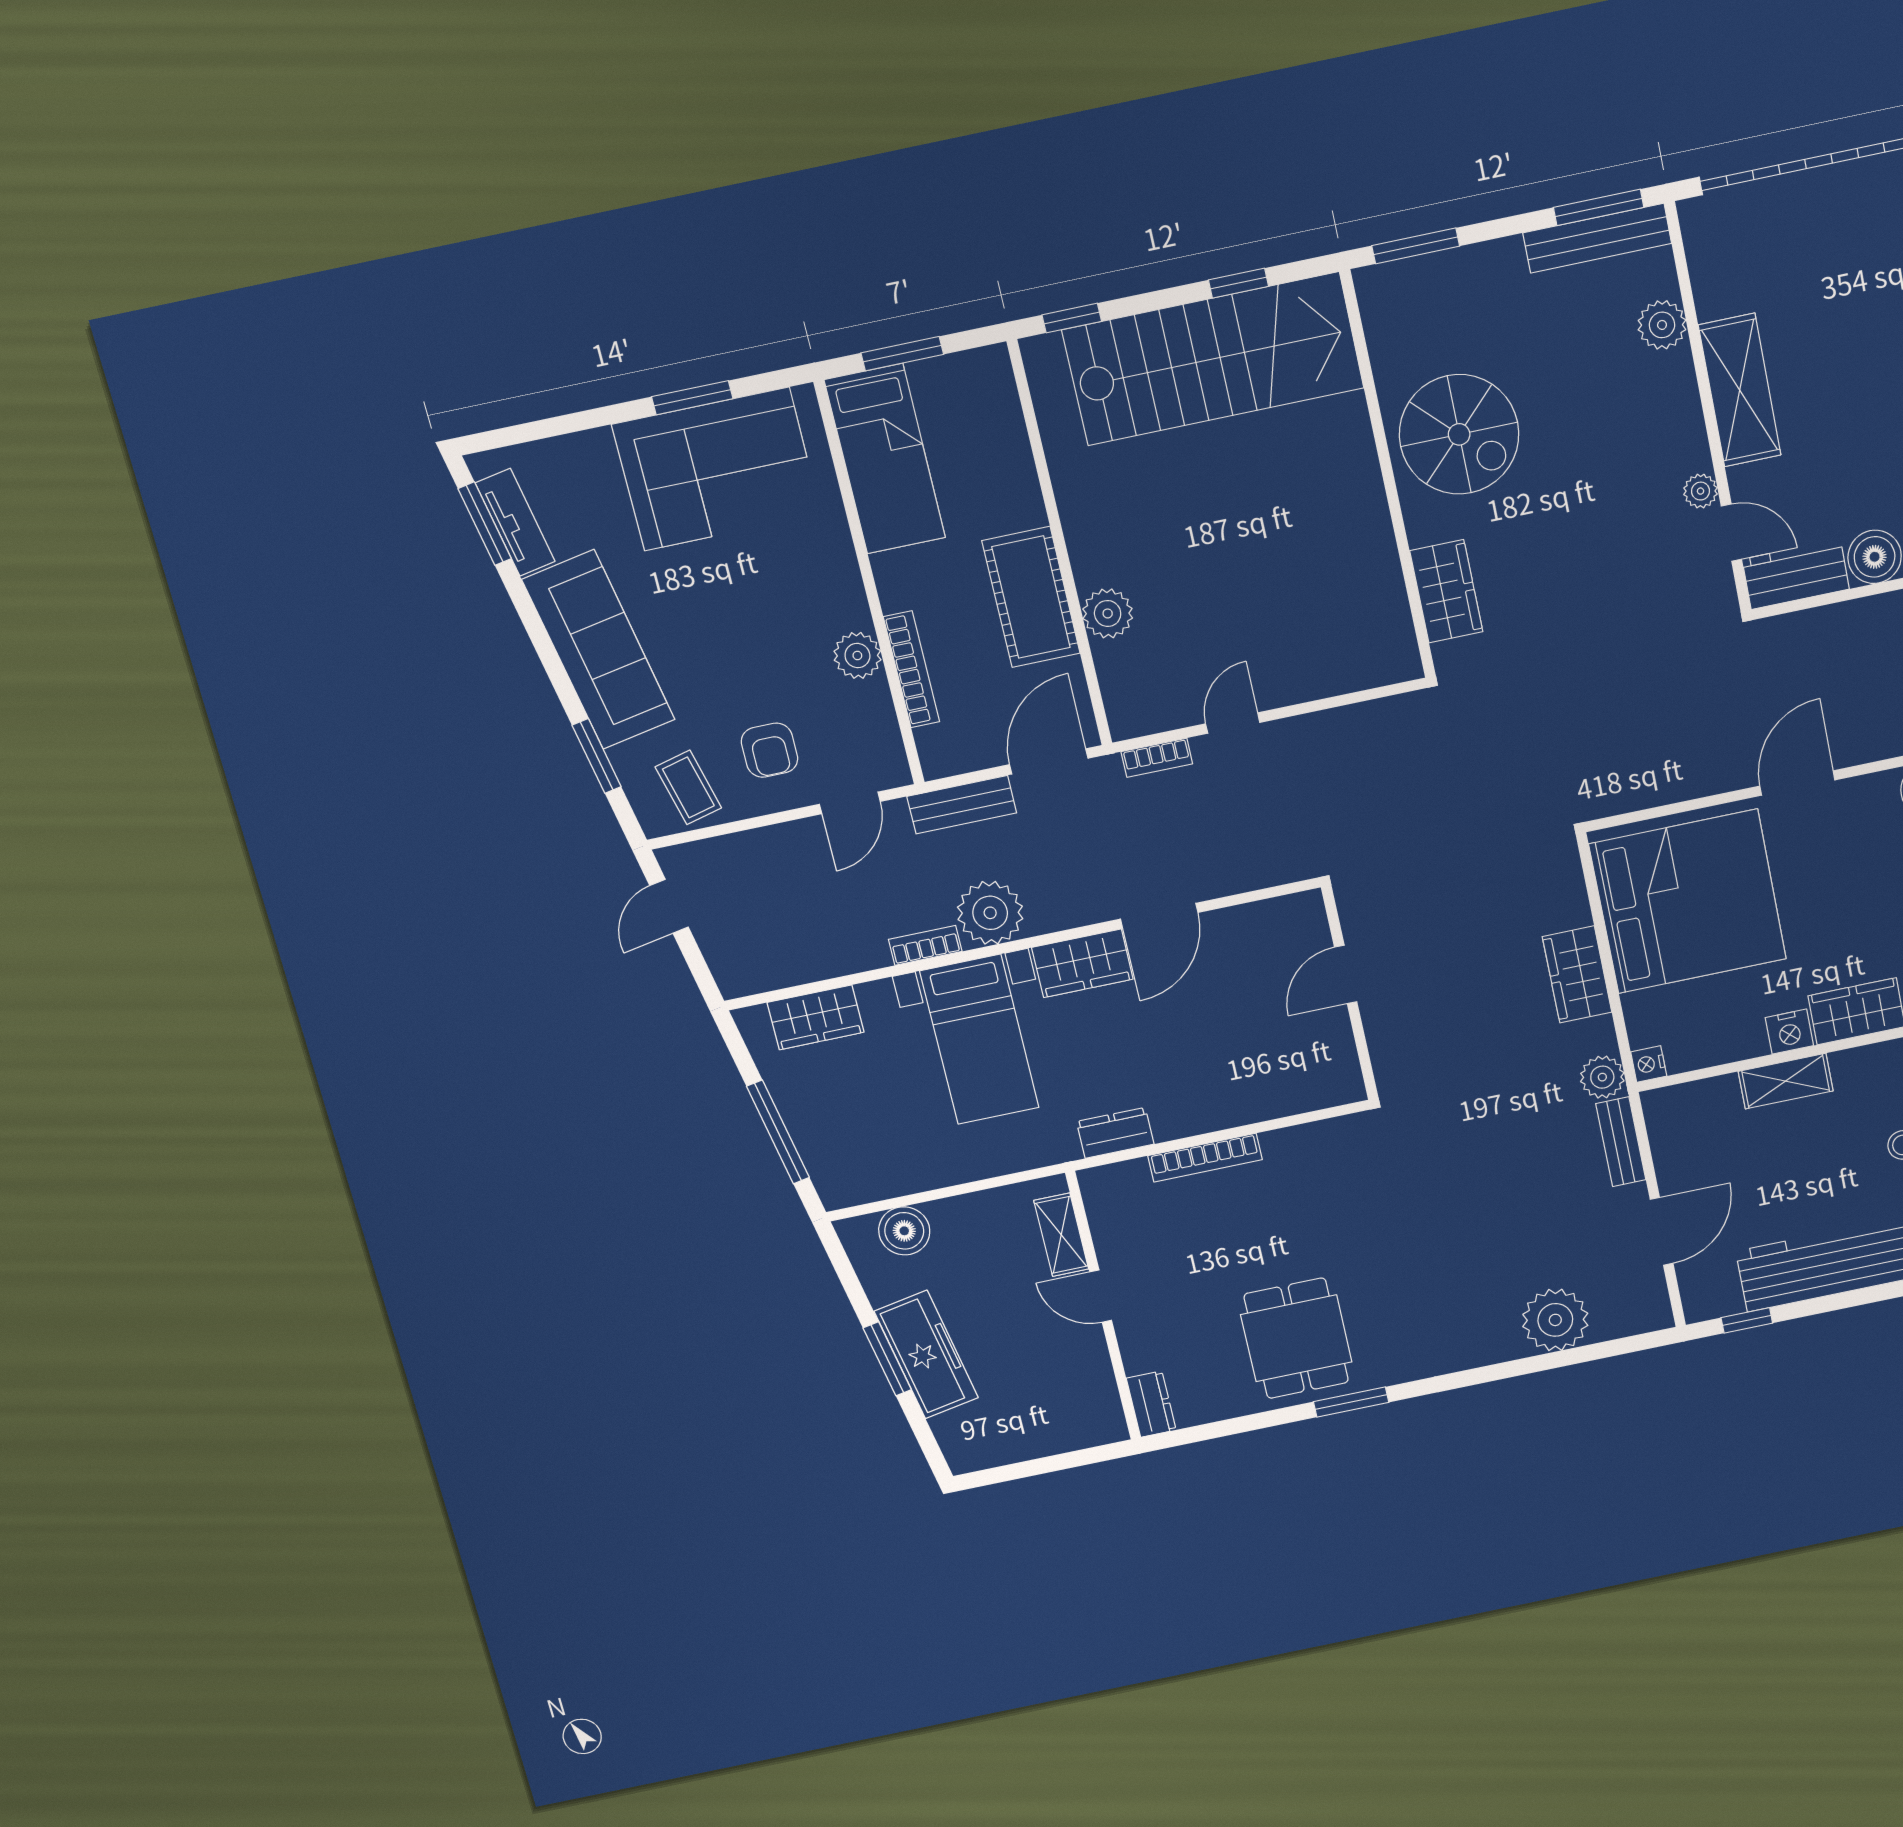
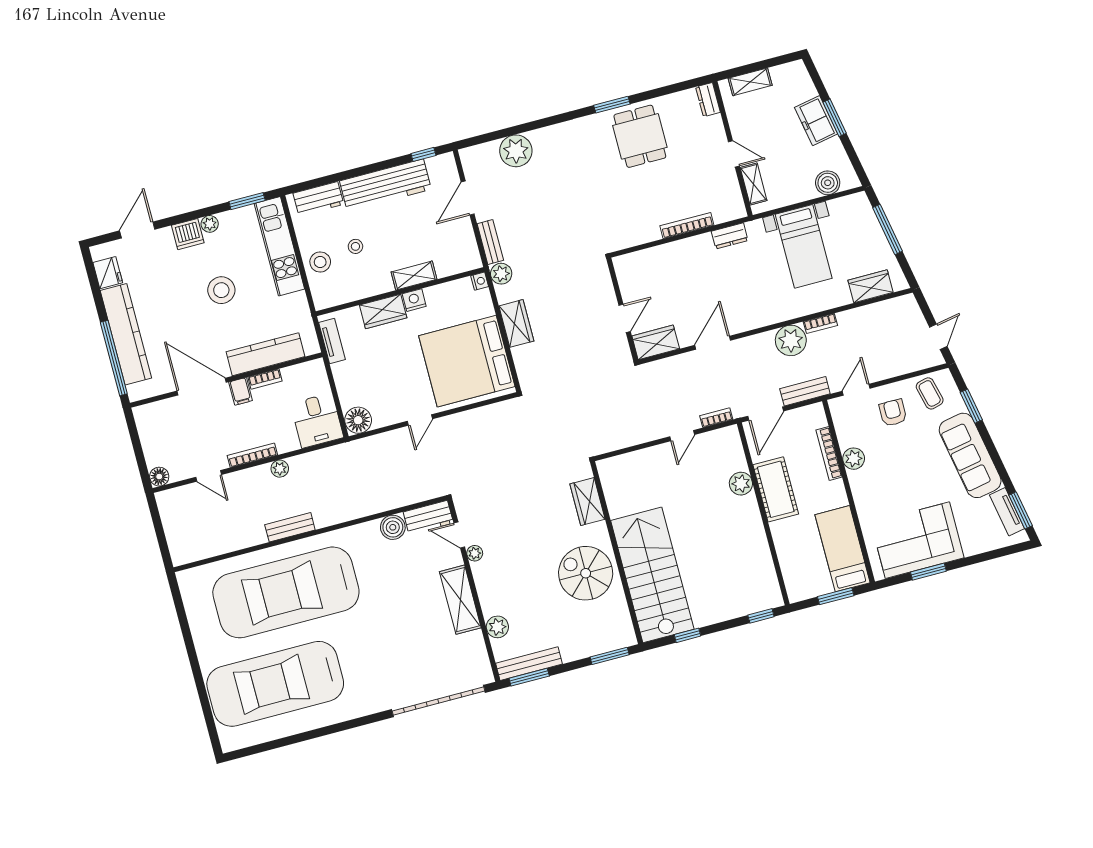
stairs: (1213, 359) -> (652, 575), moved, turned 90
door: (1797, 783) -> (420, 420), width x0.73
wardrobe: (1082, 963) -> (656, 342), moved
bed with nightstands: (979, 1039) -> (804, 246), moved, turned 180
freezer: (926, 1355) -> (816, 121), width x0.71
shelving: (1062, 1435) -> (750, 82), added

